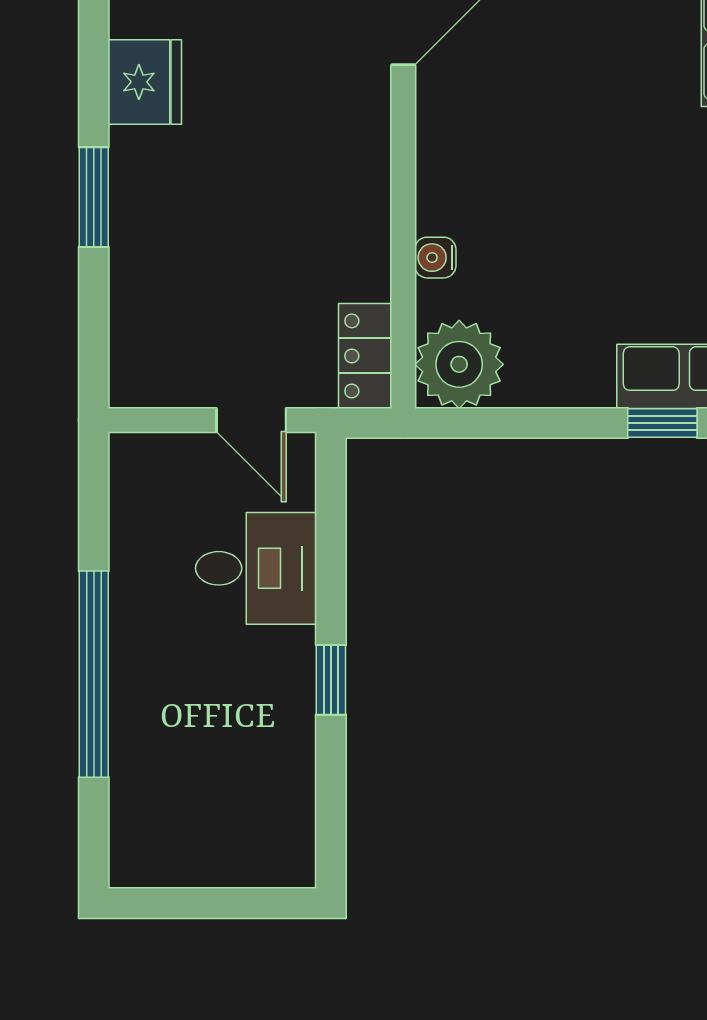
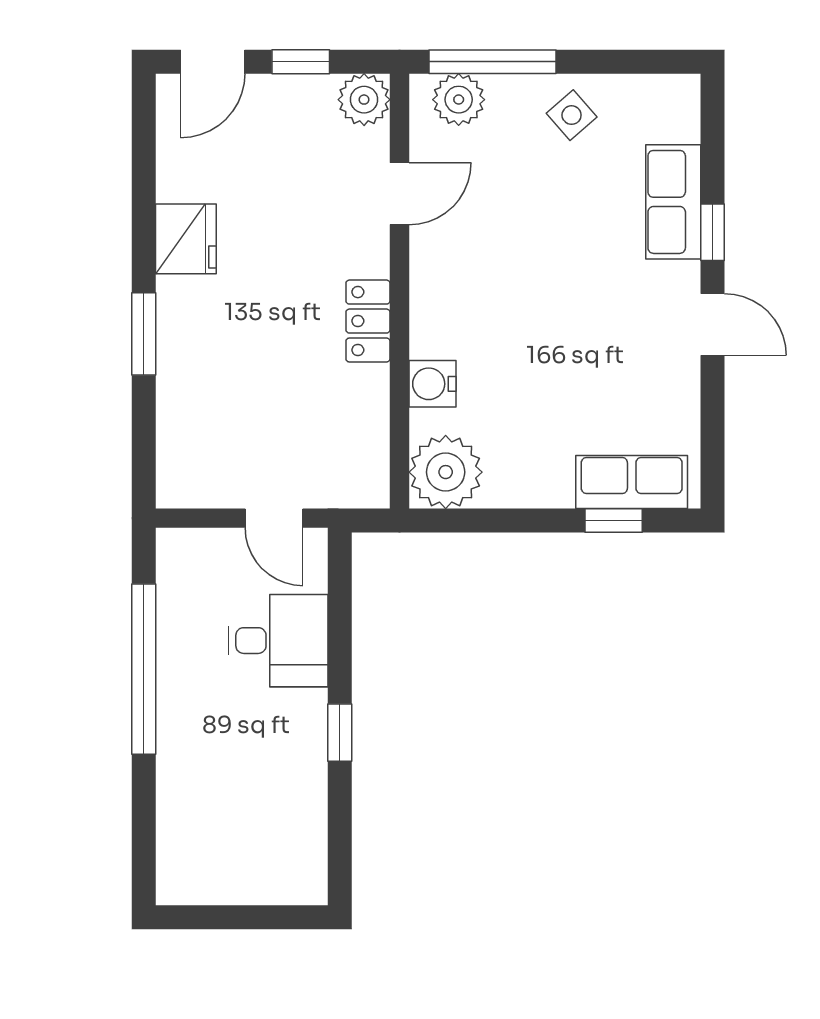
water cooler: (435, 258) -> (432, 384), width x1.38, depth x1.38
locker: (365, 356) -> (368, 321), moved
window: (94, 674) -> (144, 669), moved

